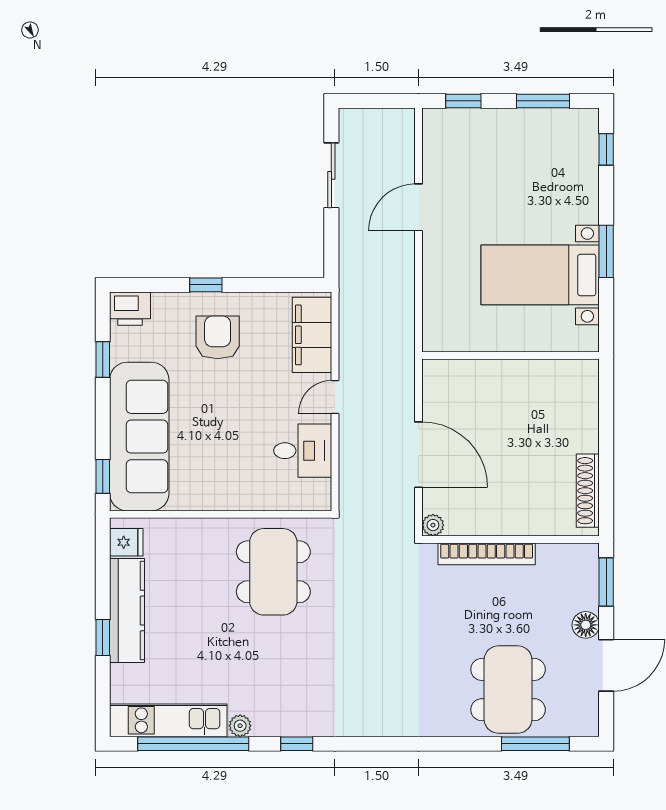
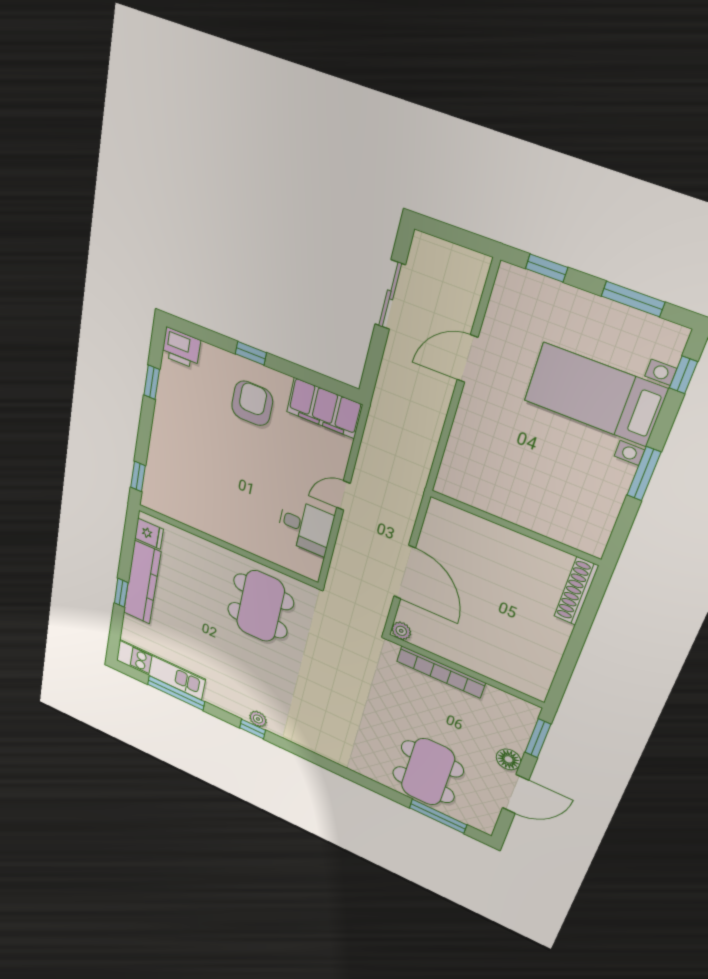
bed with nightstands: (540, 275) -> (595, 395), moved
filing cabinet: (312, 335) -> (324, 408), moved, turned -90
sofa: (139, 437) -> (172, 458), removed
shoe rack: (588, 491) -> (576, 591), moved
plant: (240, 726) -> (258, 719), moved
window: (193, 744) -> (176, 693), width x0.68

